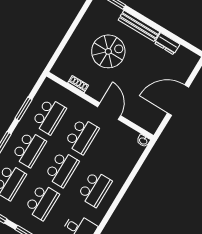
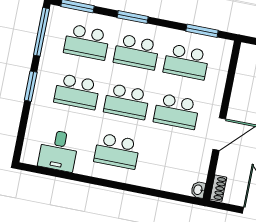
shoe rack: (78, 84) -> (218, 188), moved
window: (24, 109) -> (202, 31), moved

